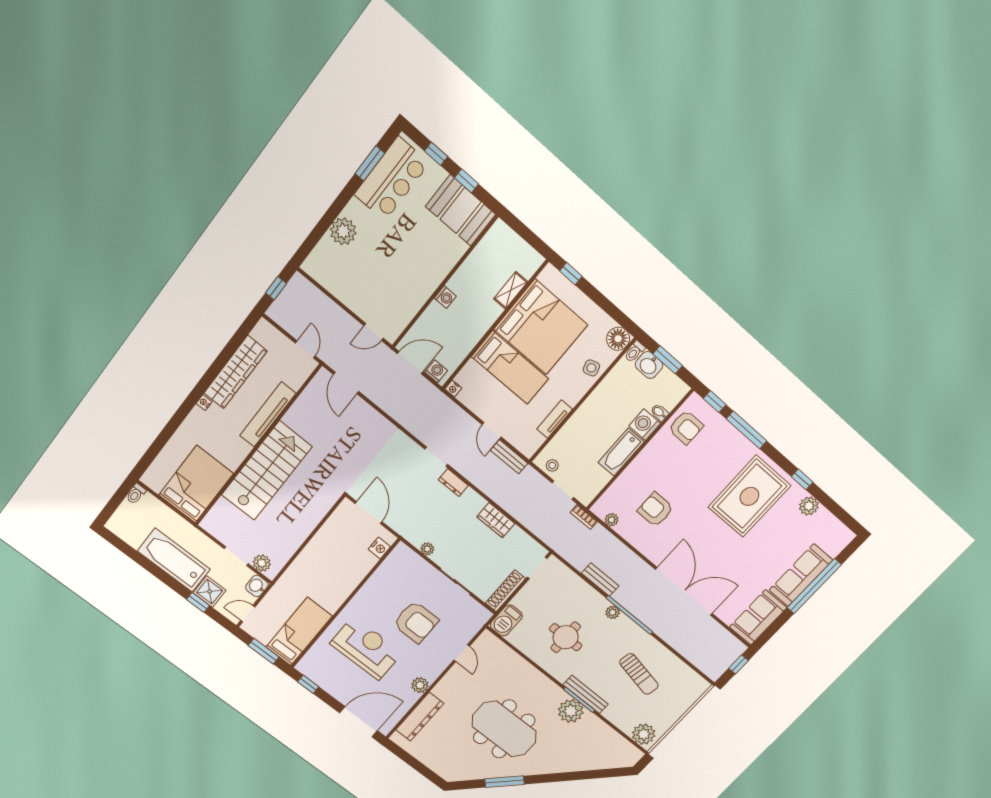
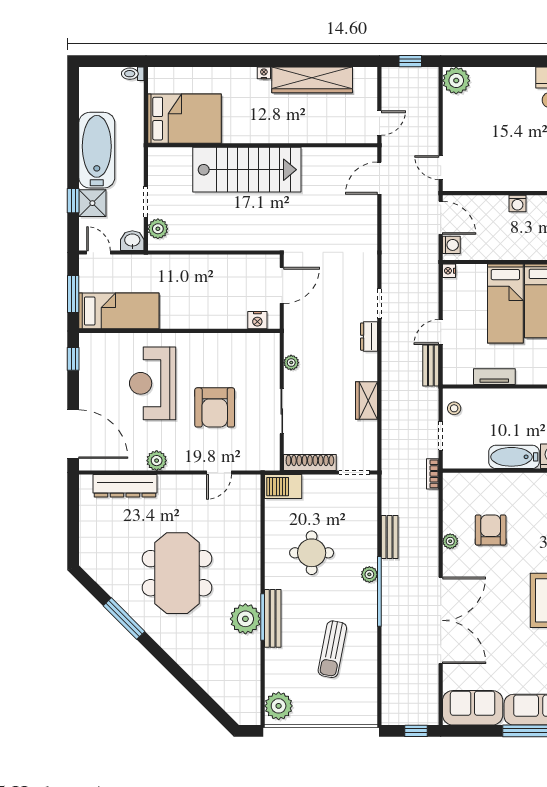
plant: (343, 231) -> (456, 81), moved
tv unit: (268, 414) -> (298, 134), removed
plant: (612, 520) -> (450, 541), moved
reception desk: (366, 648) -> (153, 383), turned 180

